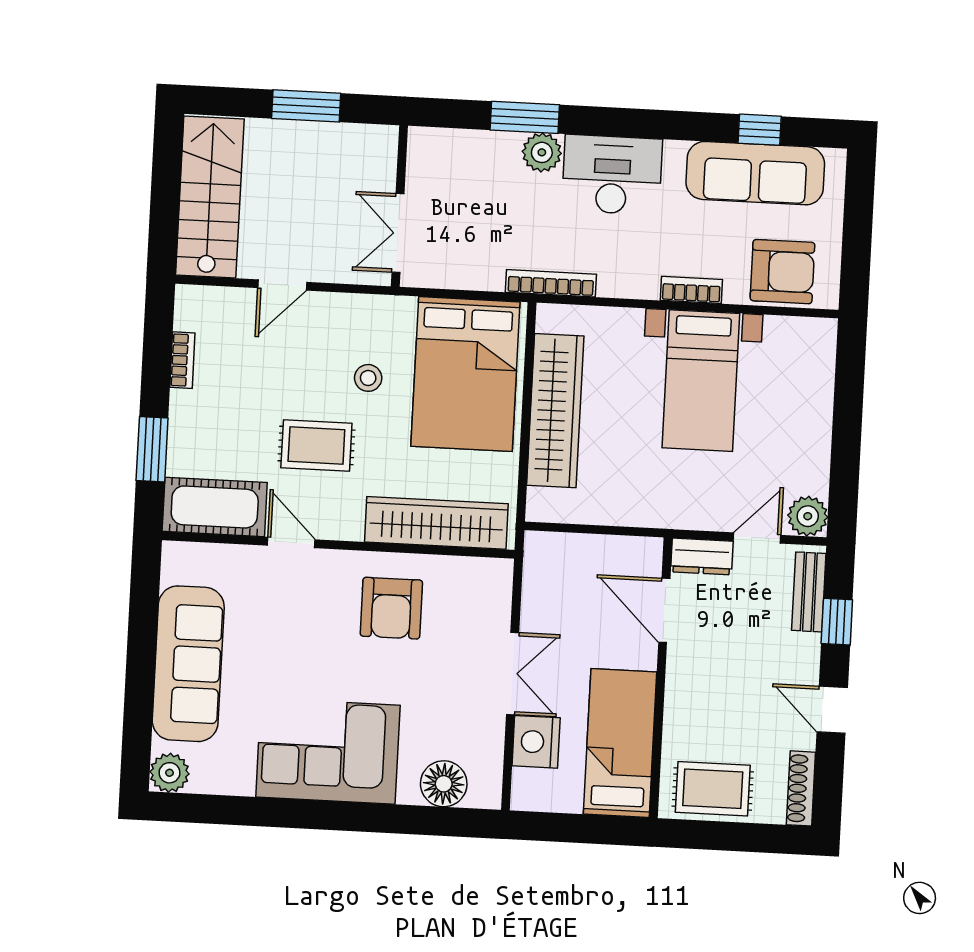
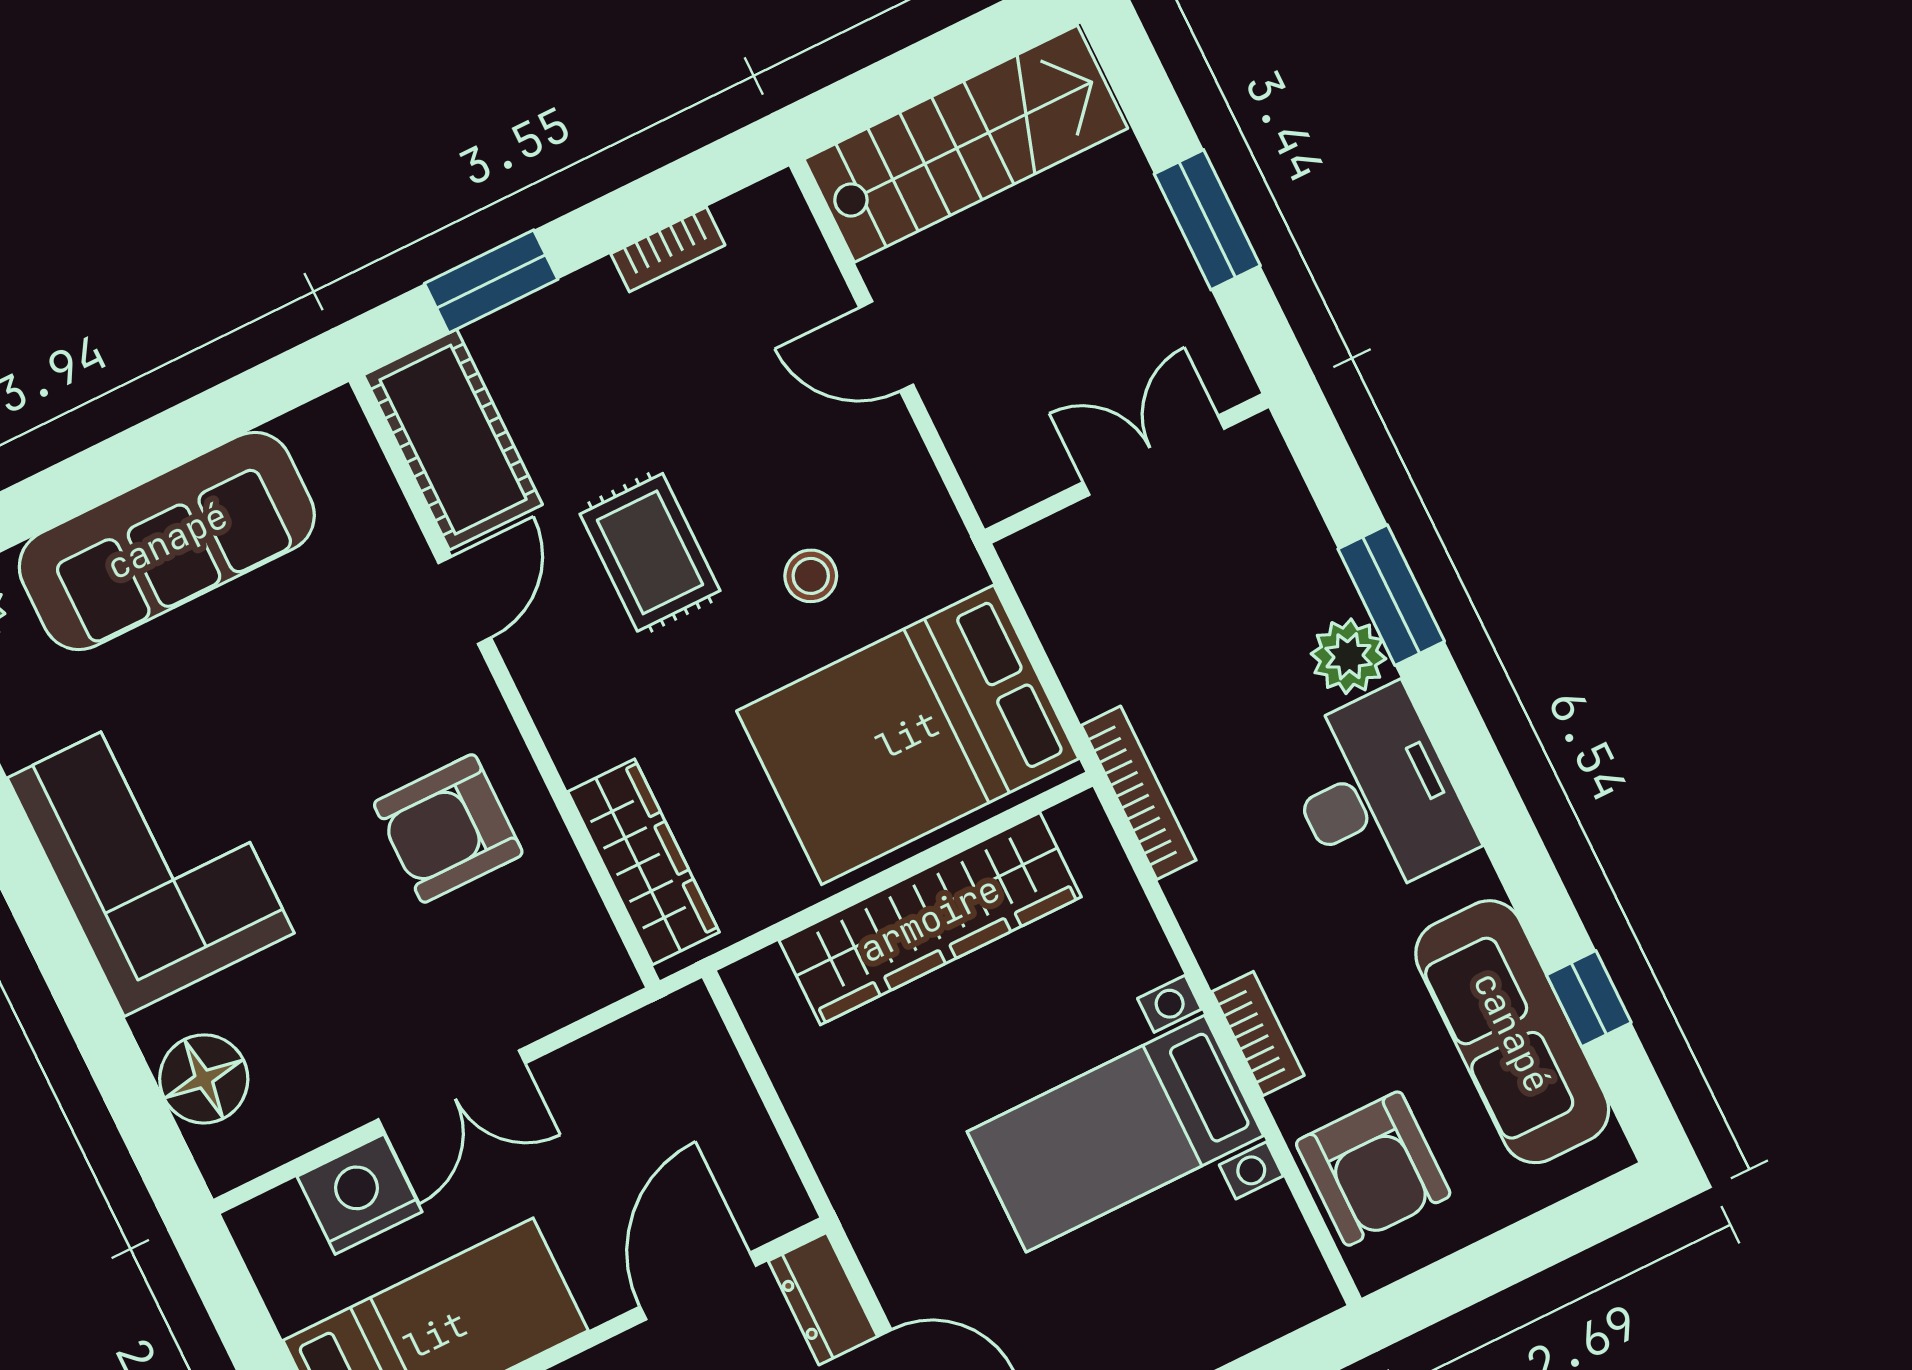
double door: (398, 233) -> (1154, 455), moved
wardrobe: (436, 523) -> (644, 862), width x0.71, depth x0.85

